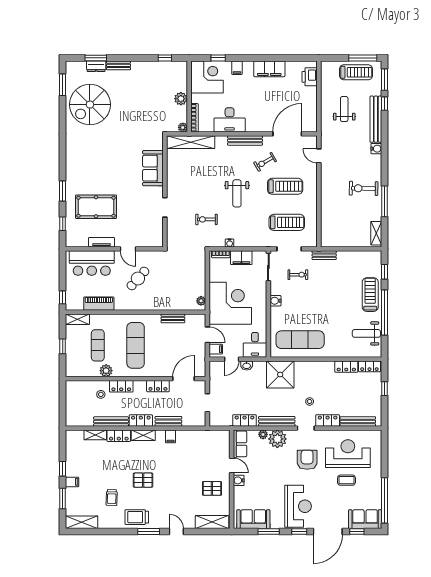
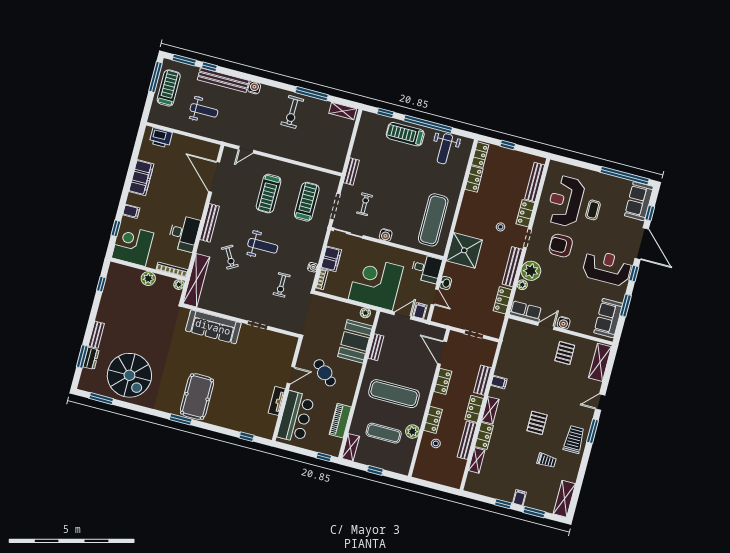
weight bench: (344, 109) -> (204, 110), turned 180
exercise bike: (265, 162) -> (230, 257), moved
sofa: (153, 168) -> (213, 327), width x1.36
treadmill: (285, 186) -> (269, 194), turned 180
window: (63, 191) -> (181, 419), moved
pool table: (96, 207) -> (197, 397), moved
booth: (173, 298) -> (355, 341), added
trolley: (137, 517) -> (574, 439), turned 180

